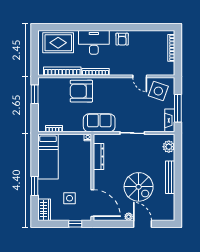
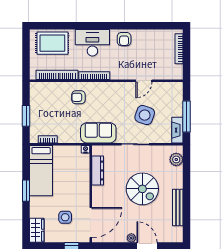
door: (140, 76) -> (144, 81), hinge flipped
armchair: (81, 91) -> (78, 97), width x0.53, depth x0.53
side table: (158, 91) -> (145, 115), moved
window: (35, 94) -> (26, 116), moved
bench: (170, 177) -> (178, 208), moved
window: (35, 186) -> (26, 191), moved
spiral stairs: (139, 187) -> (142, 189), moved
door: (92, 203) -> (91, 223), hinge flipped

